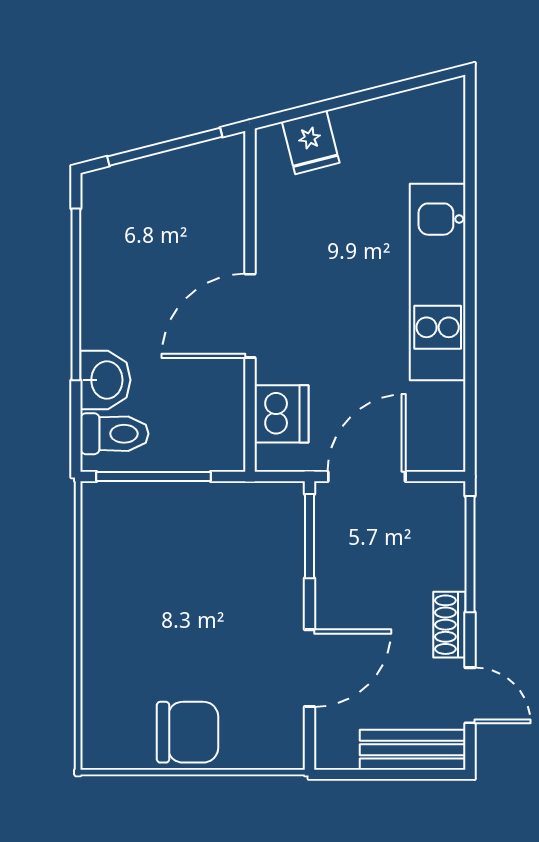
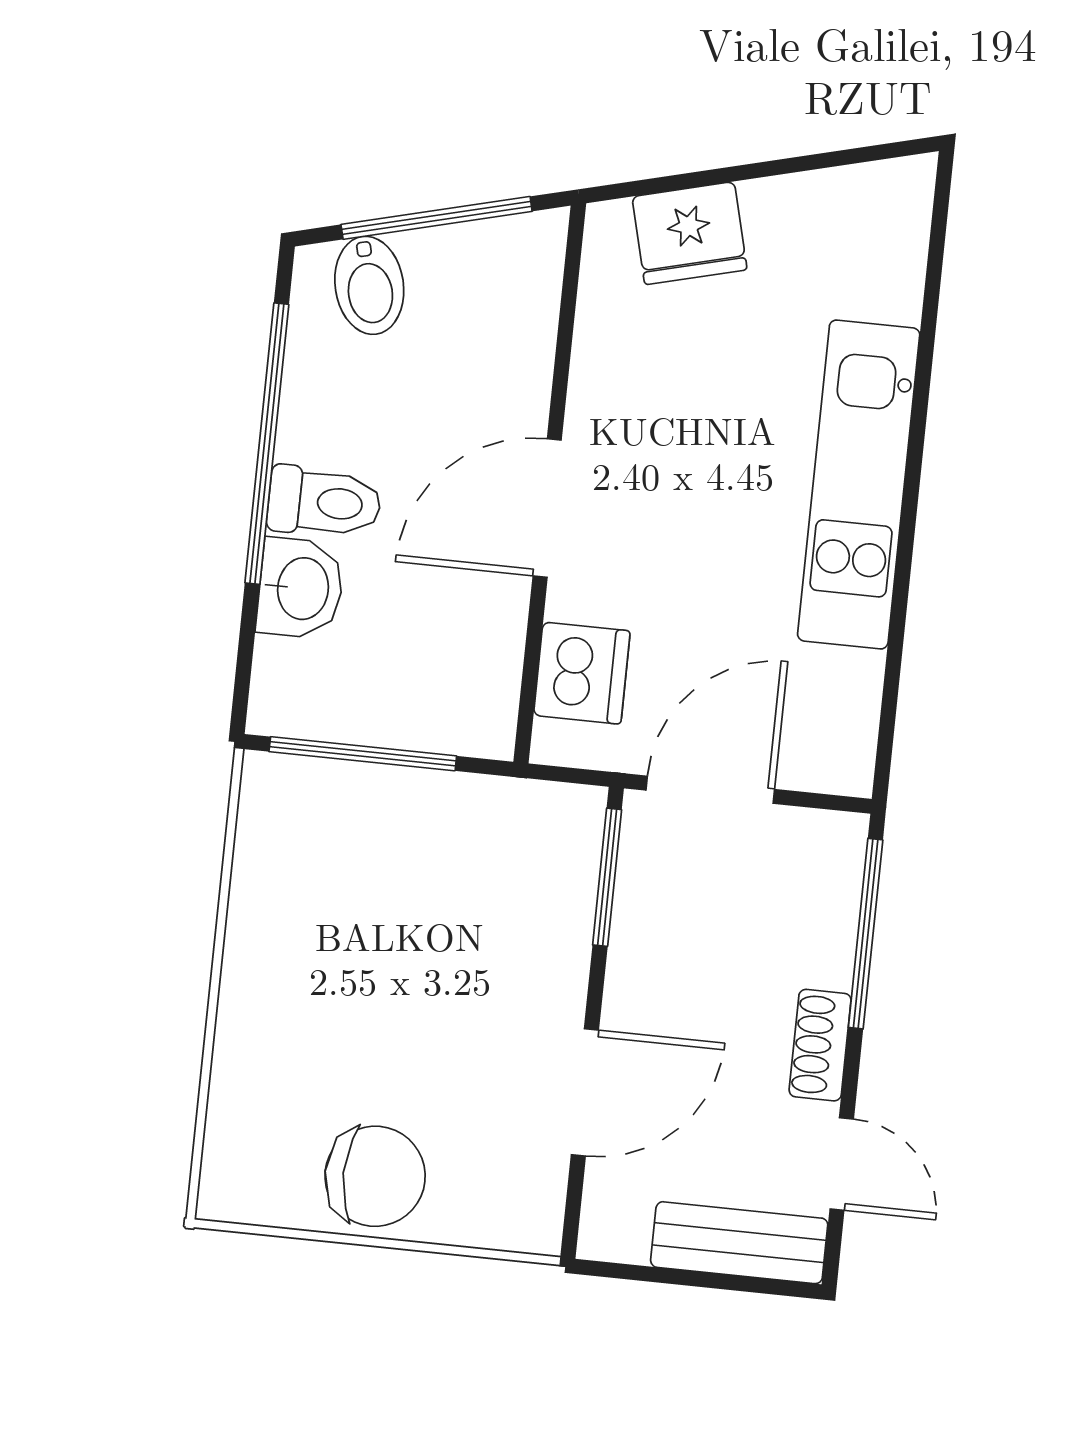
fridge: (311, 142) -> (689, 233), width x1.38
bidet: (128, 192) -> (369, 285), added
toilet: (114, 434) -> (324, 502), moved

